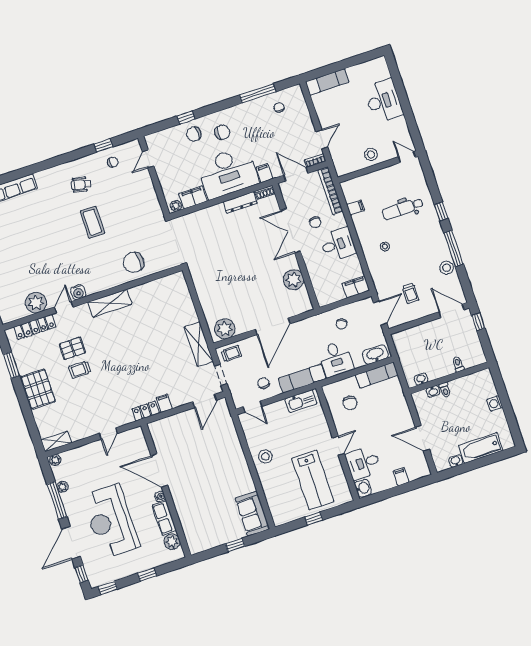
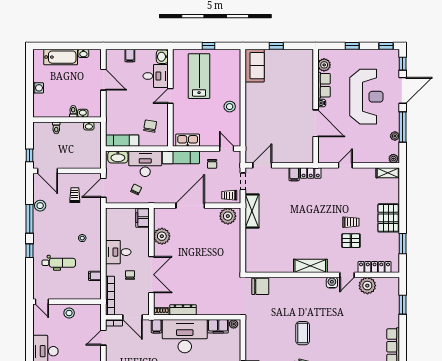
chair: (134, 262) -> (260, 286), moved
filing cabinet: (356, 287) -> (143, 218), moved, turned 90
desk: (336, 359) -> (145, 164), width x1.37

